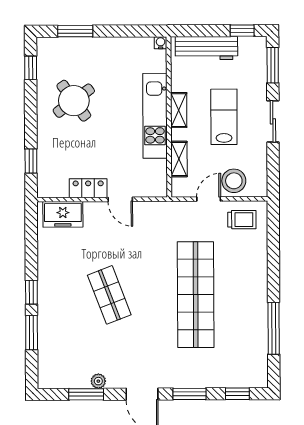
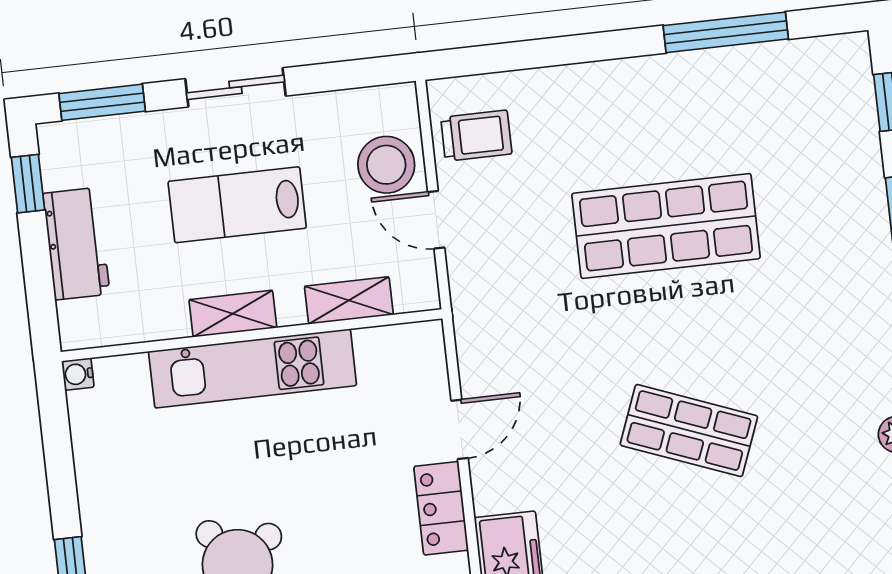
workbench: (206, 48) -> (76, 244), width x0.73
trolley: (242, 220) -> (476, 136), turned 90
shop shelf: (109, 295) -> (689, 431), turned 42
shop shelf: (196, 295) -> (666, 226), width x0.71

